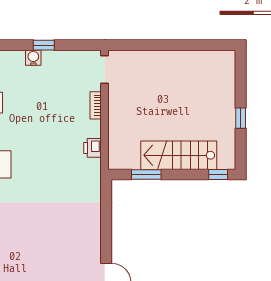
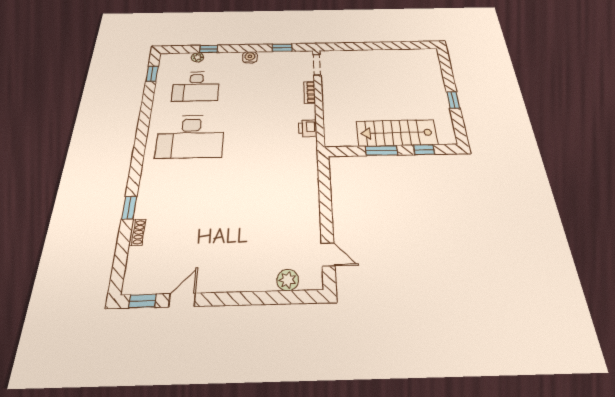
window: (44, 45) -> (282, 48), moved
window: (146, 174) -> (381, 151), moved
window: (218, 174) -> (424, 150), moved

